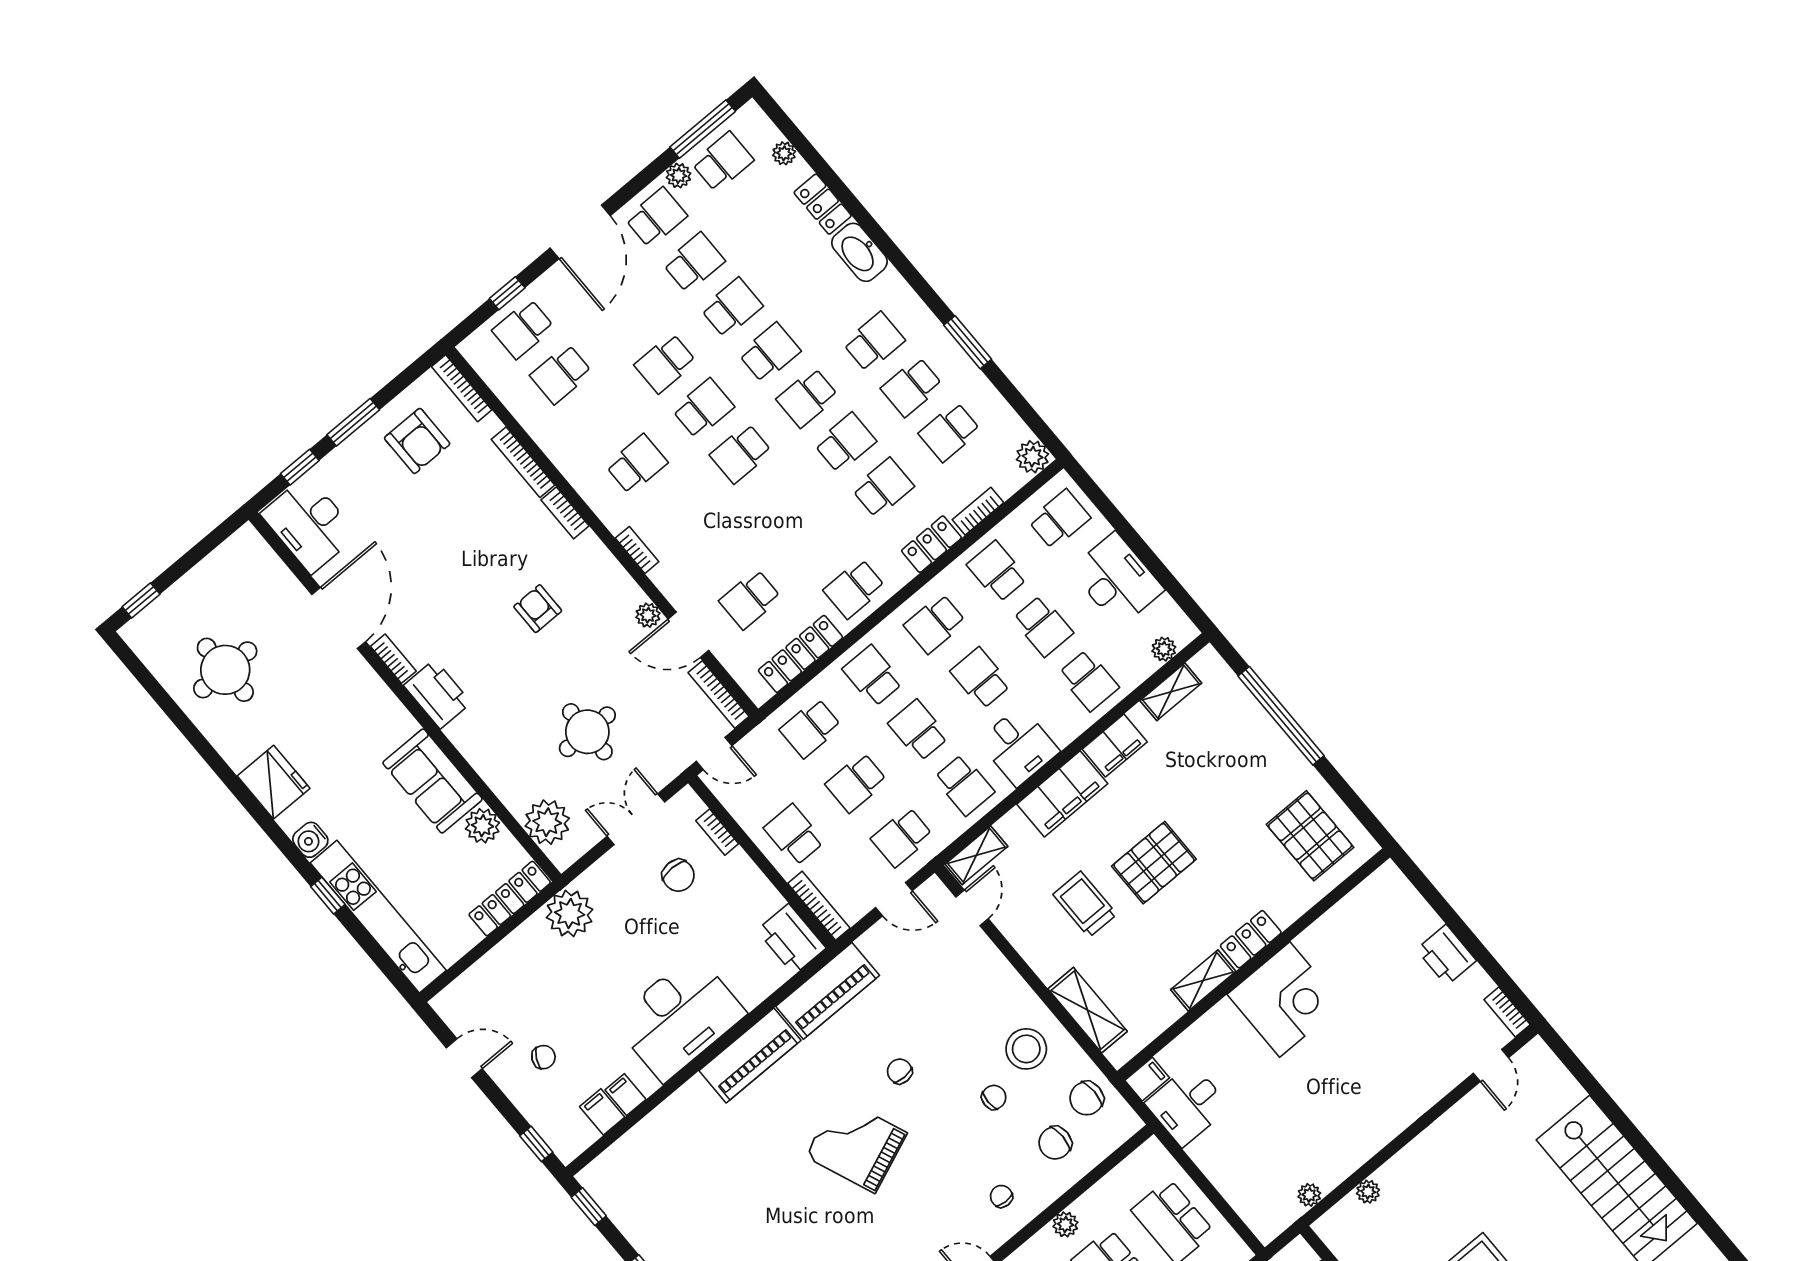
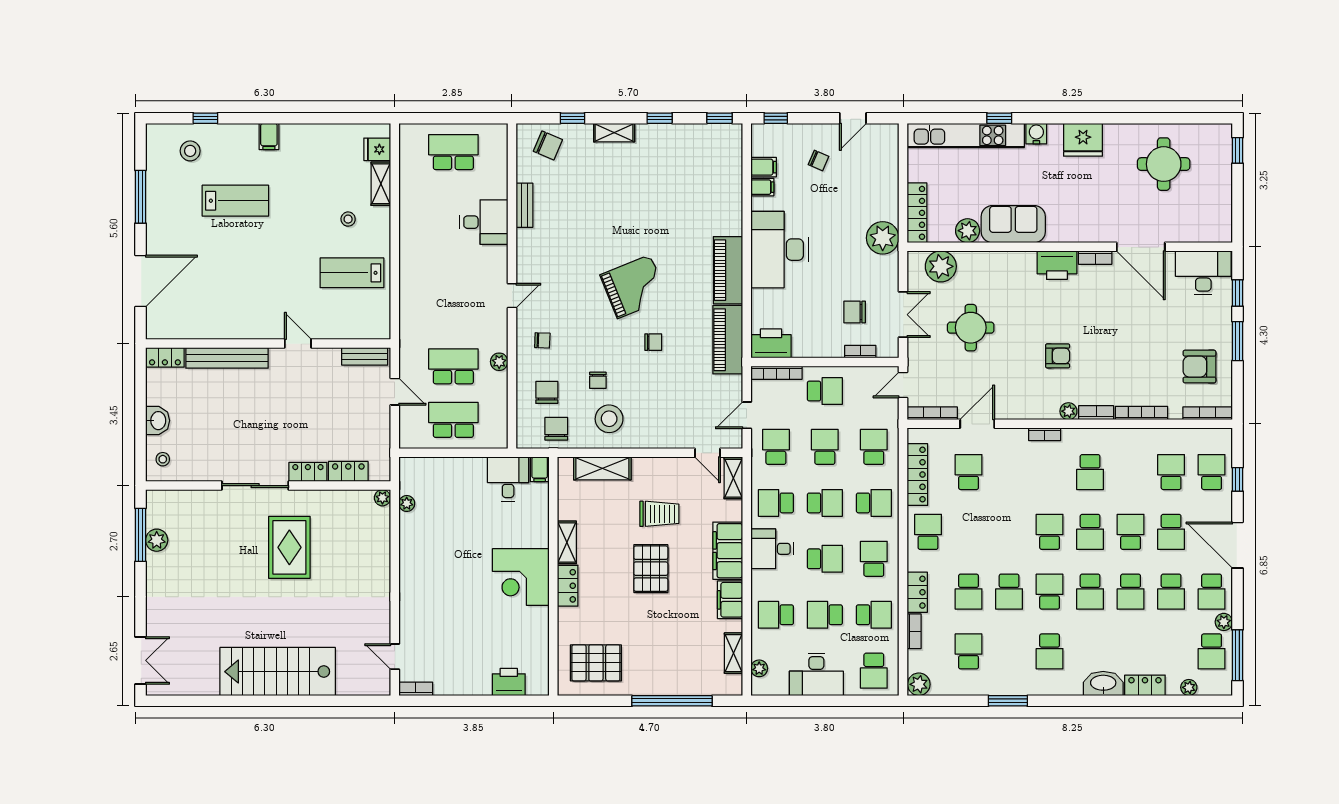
school desk: (912, 387) -> (1171, 532), moved, turned 180
plant: (648, 615) -> (1068, 411), moved
printer: (1446, 955) -> (509, 682), moved
chair: (543, 1057) -> (818, 160), turned -94
plant: (1368, 1192) -> (382, 498), moved

